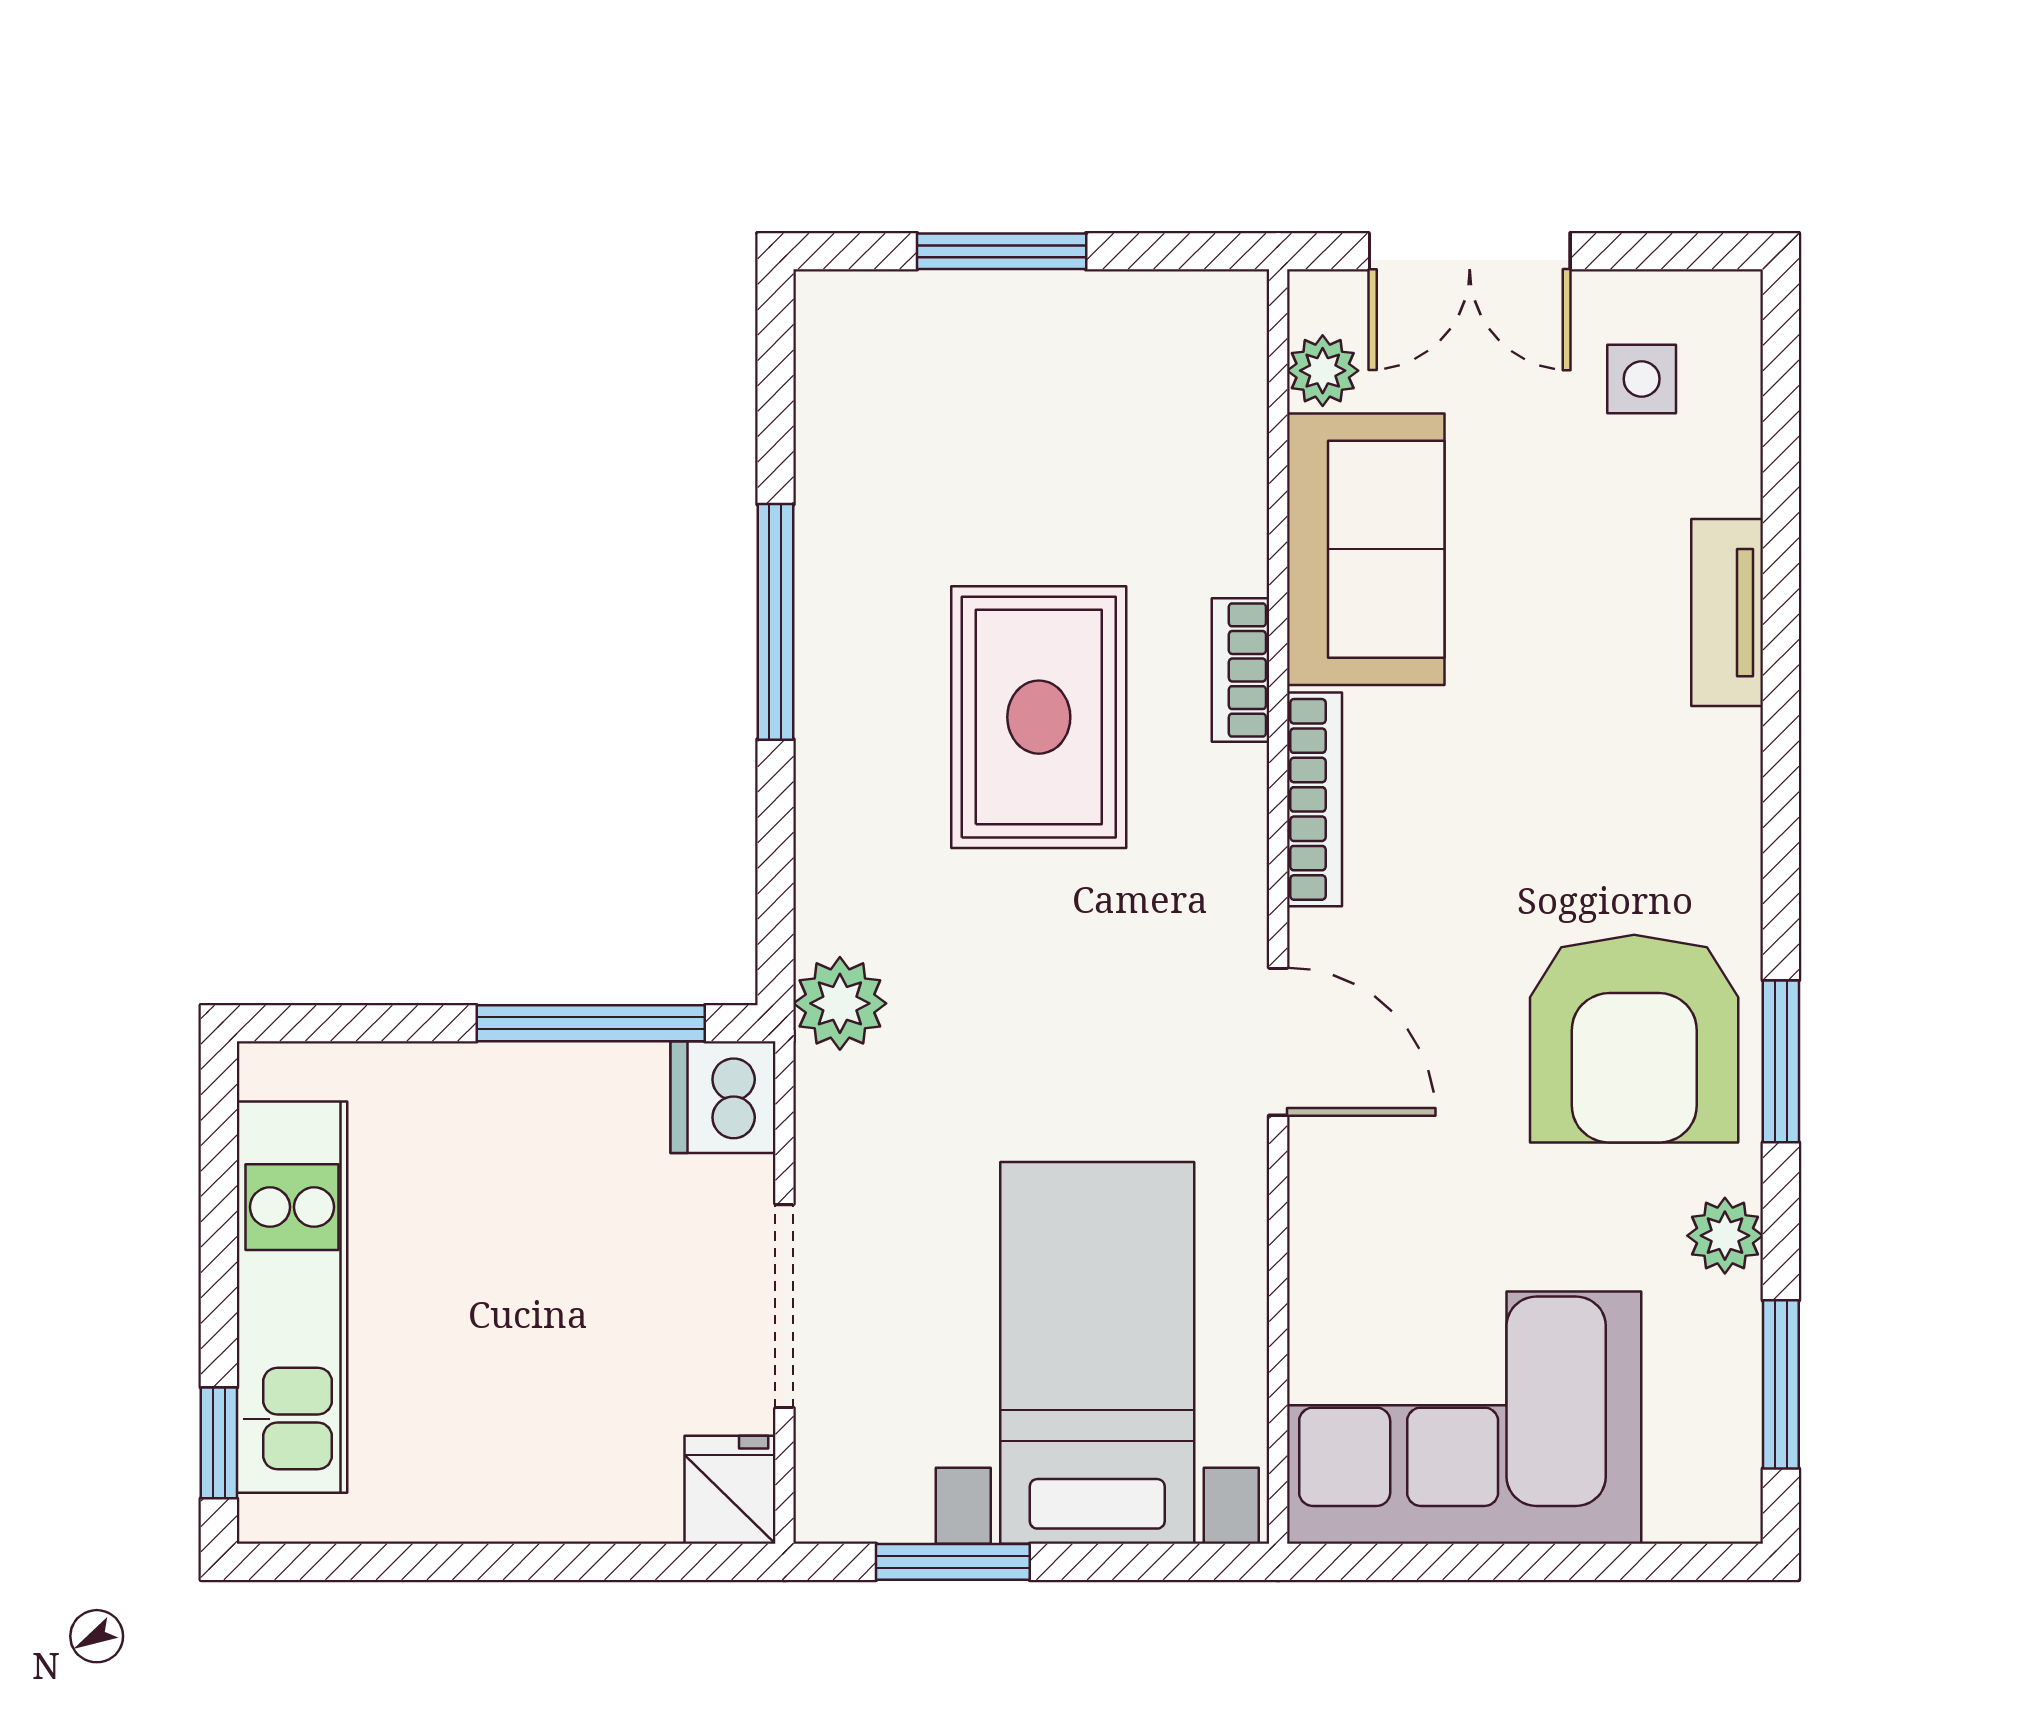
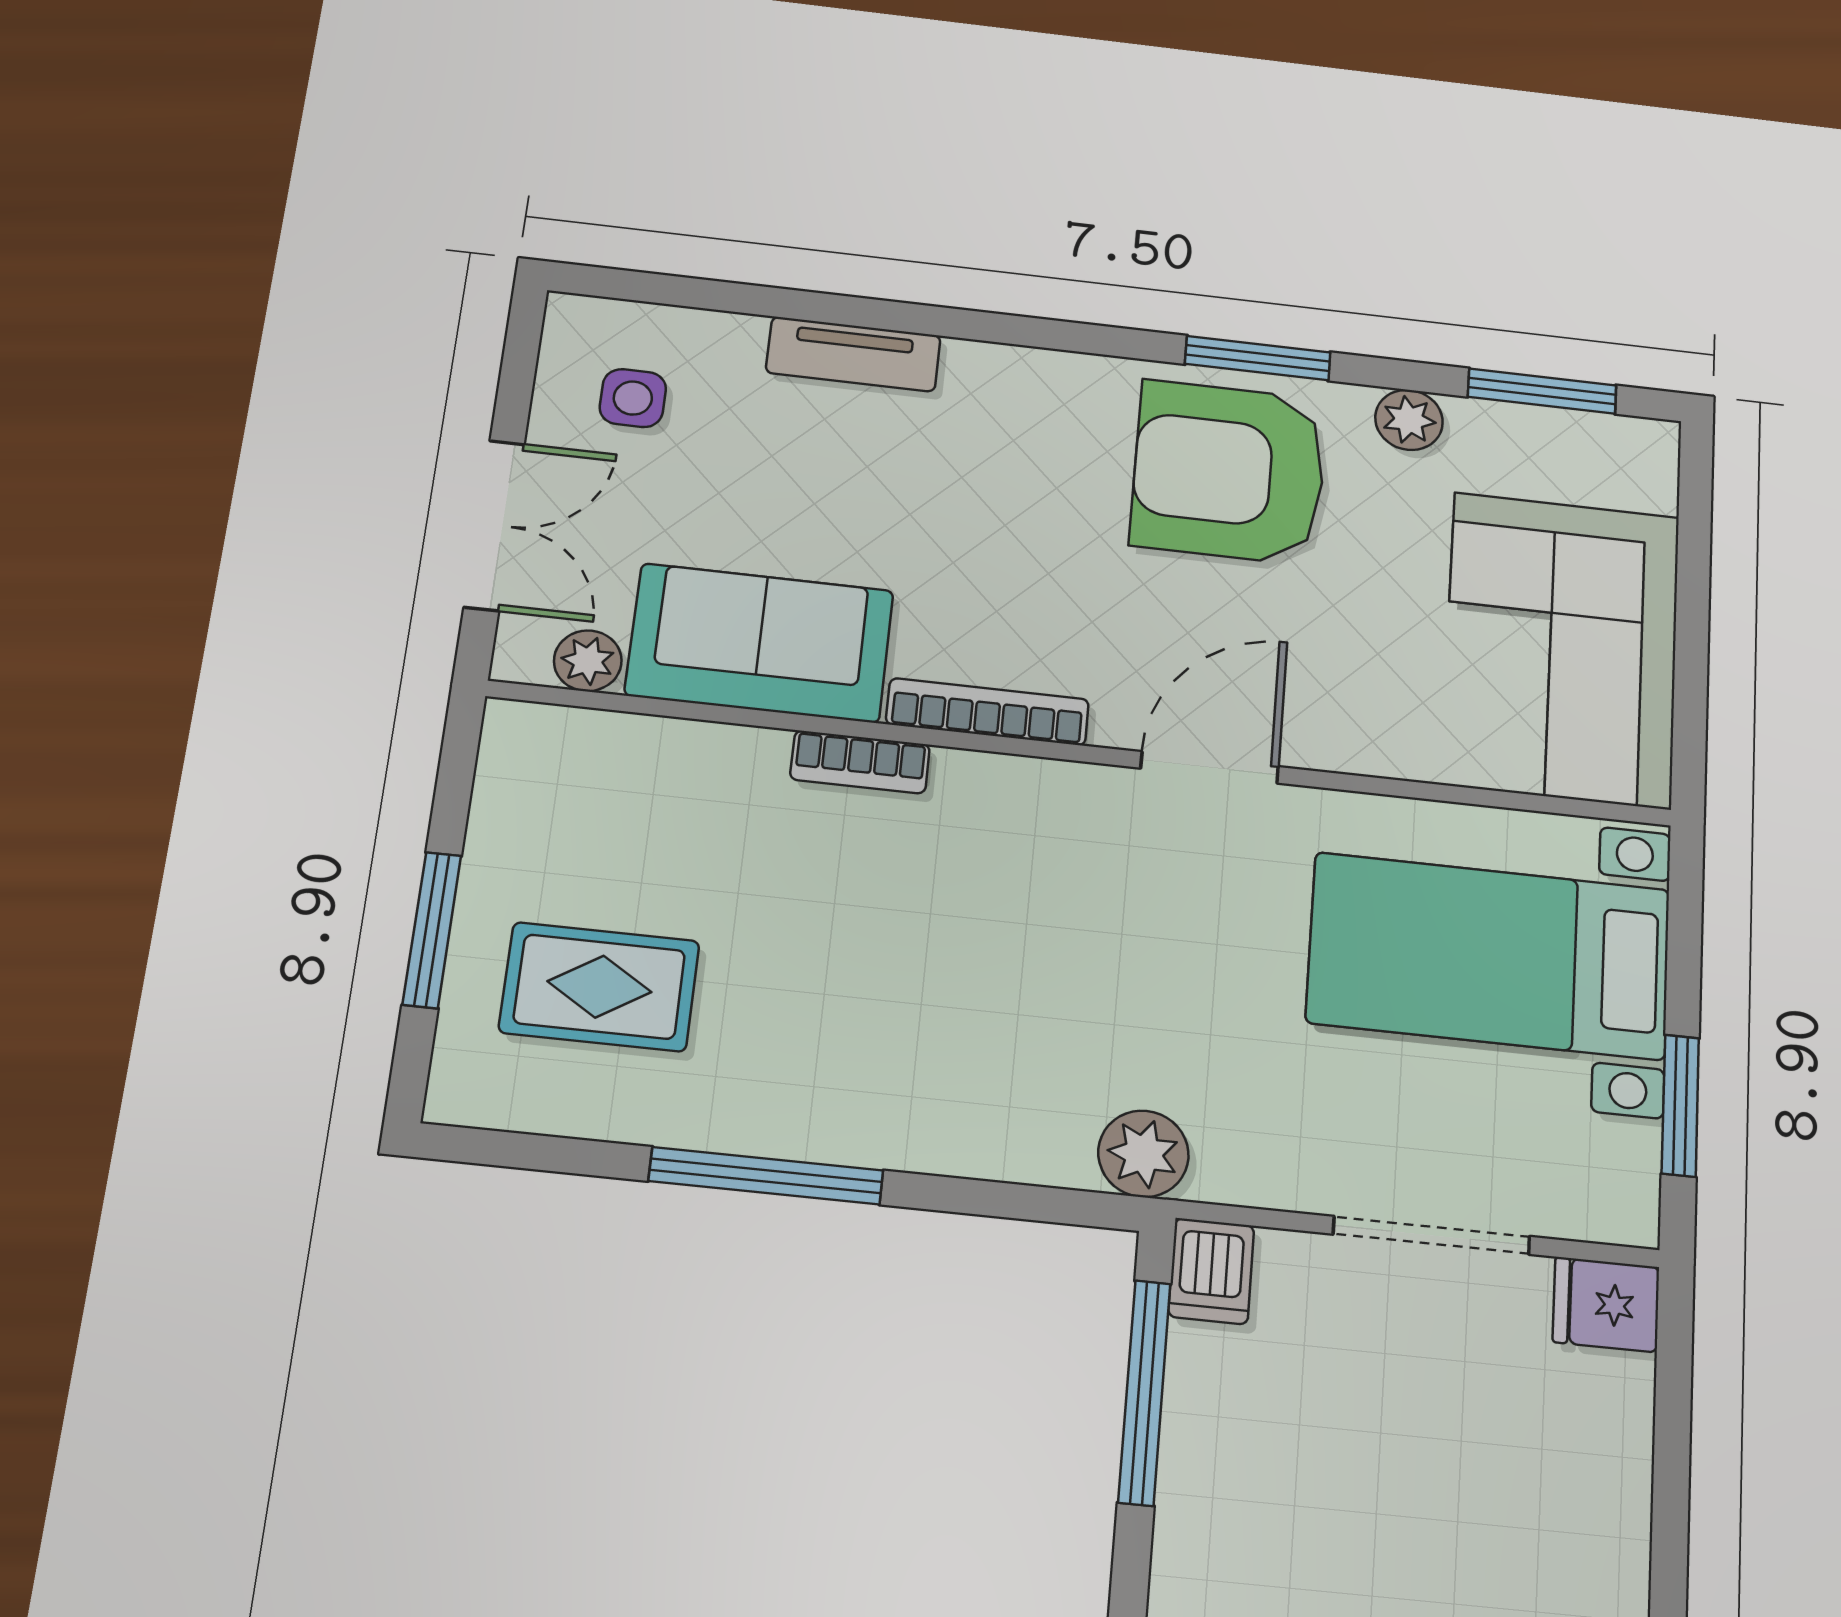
rug: (1039, 717) -> (599, 987), moved, width x0.73, depth x0.70
armchair: (1634, 1039) -> (1229, 472), turned 180
dishwasher: (723, 1097) -> (1211, 1271), width x0.73

